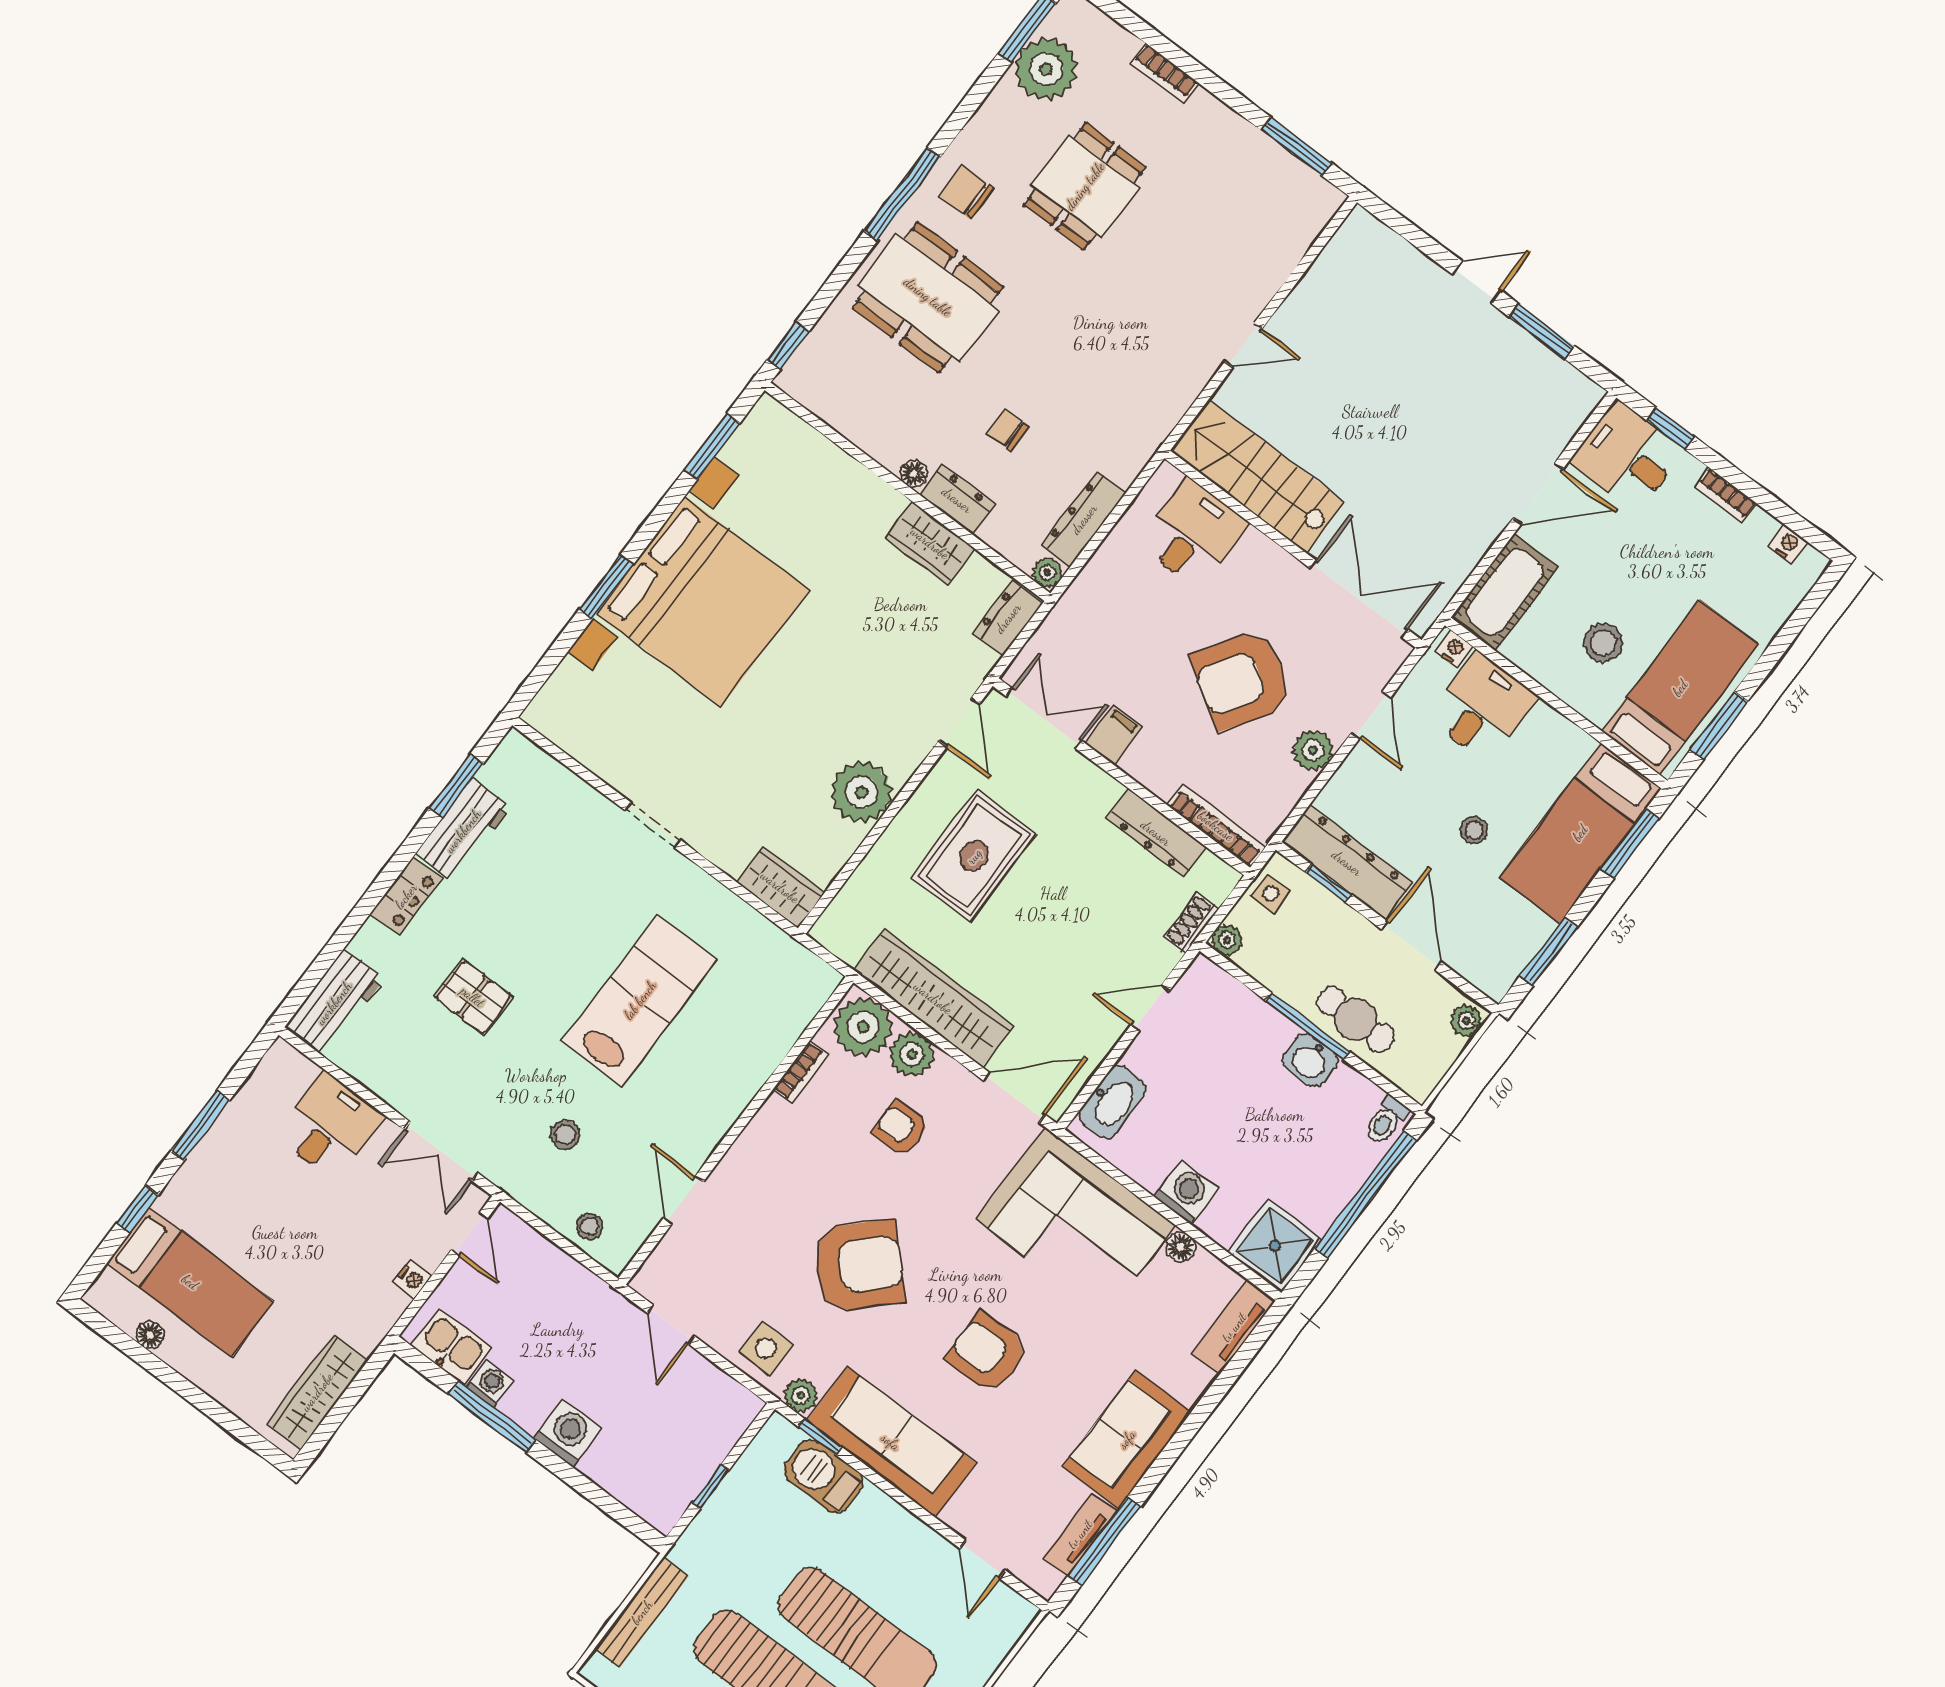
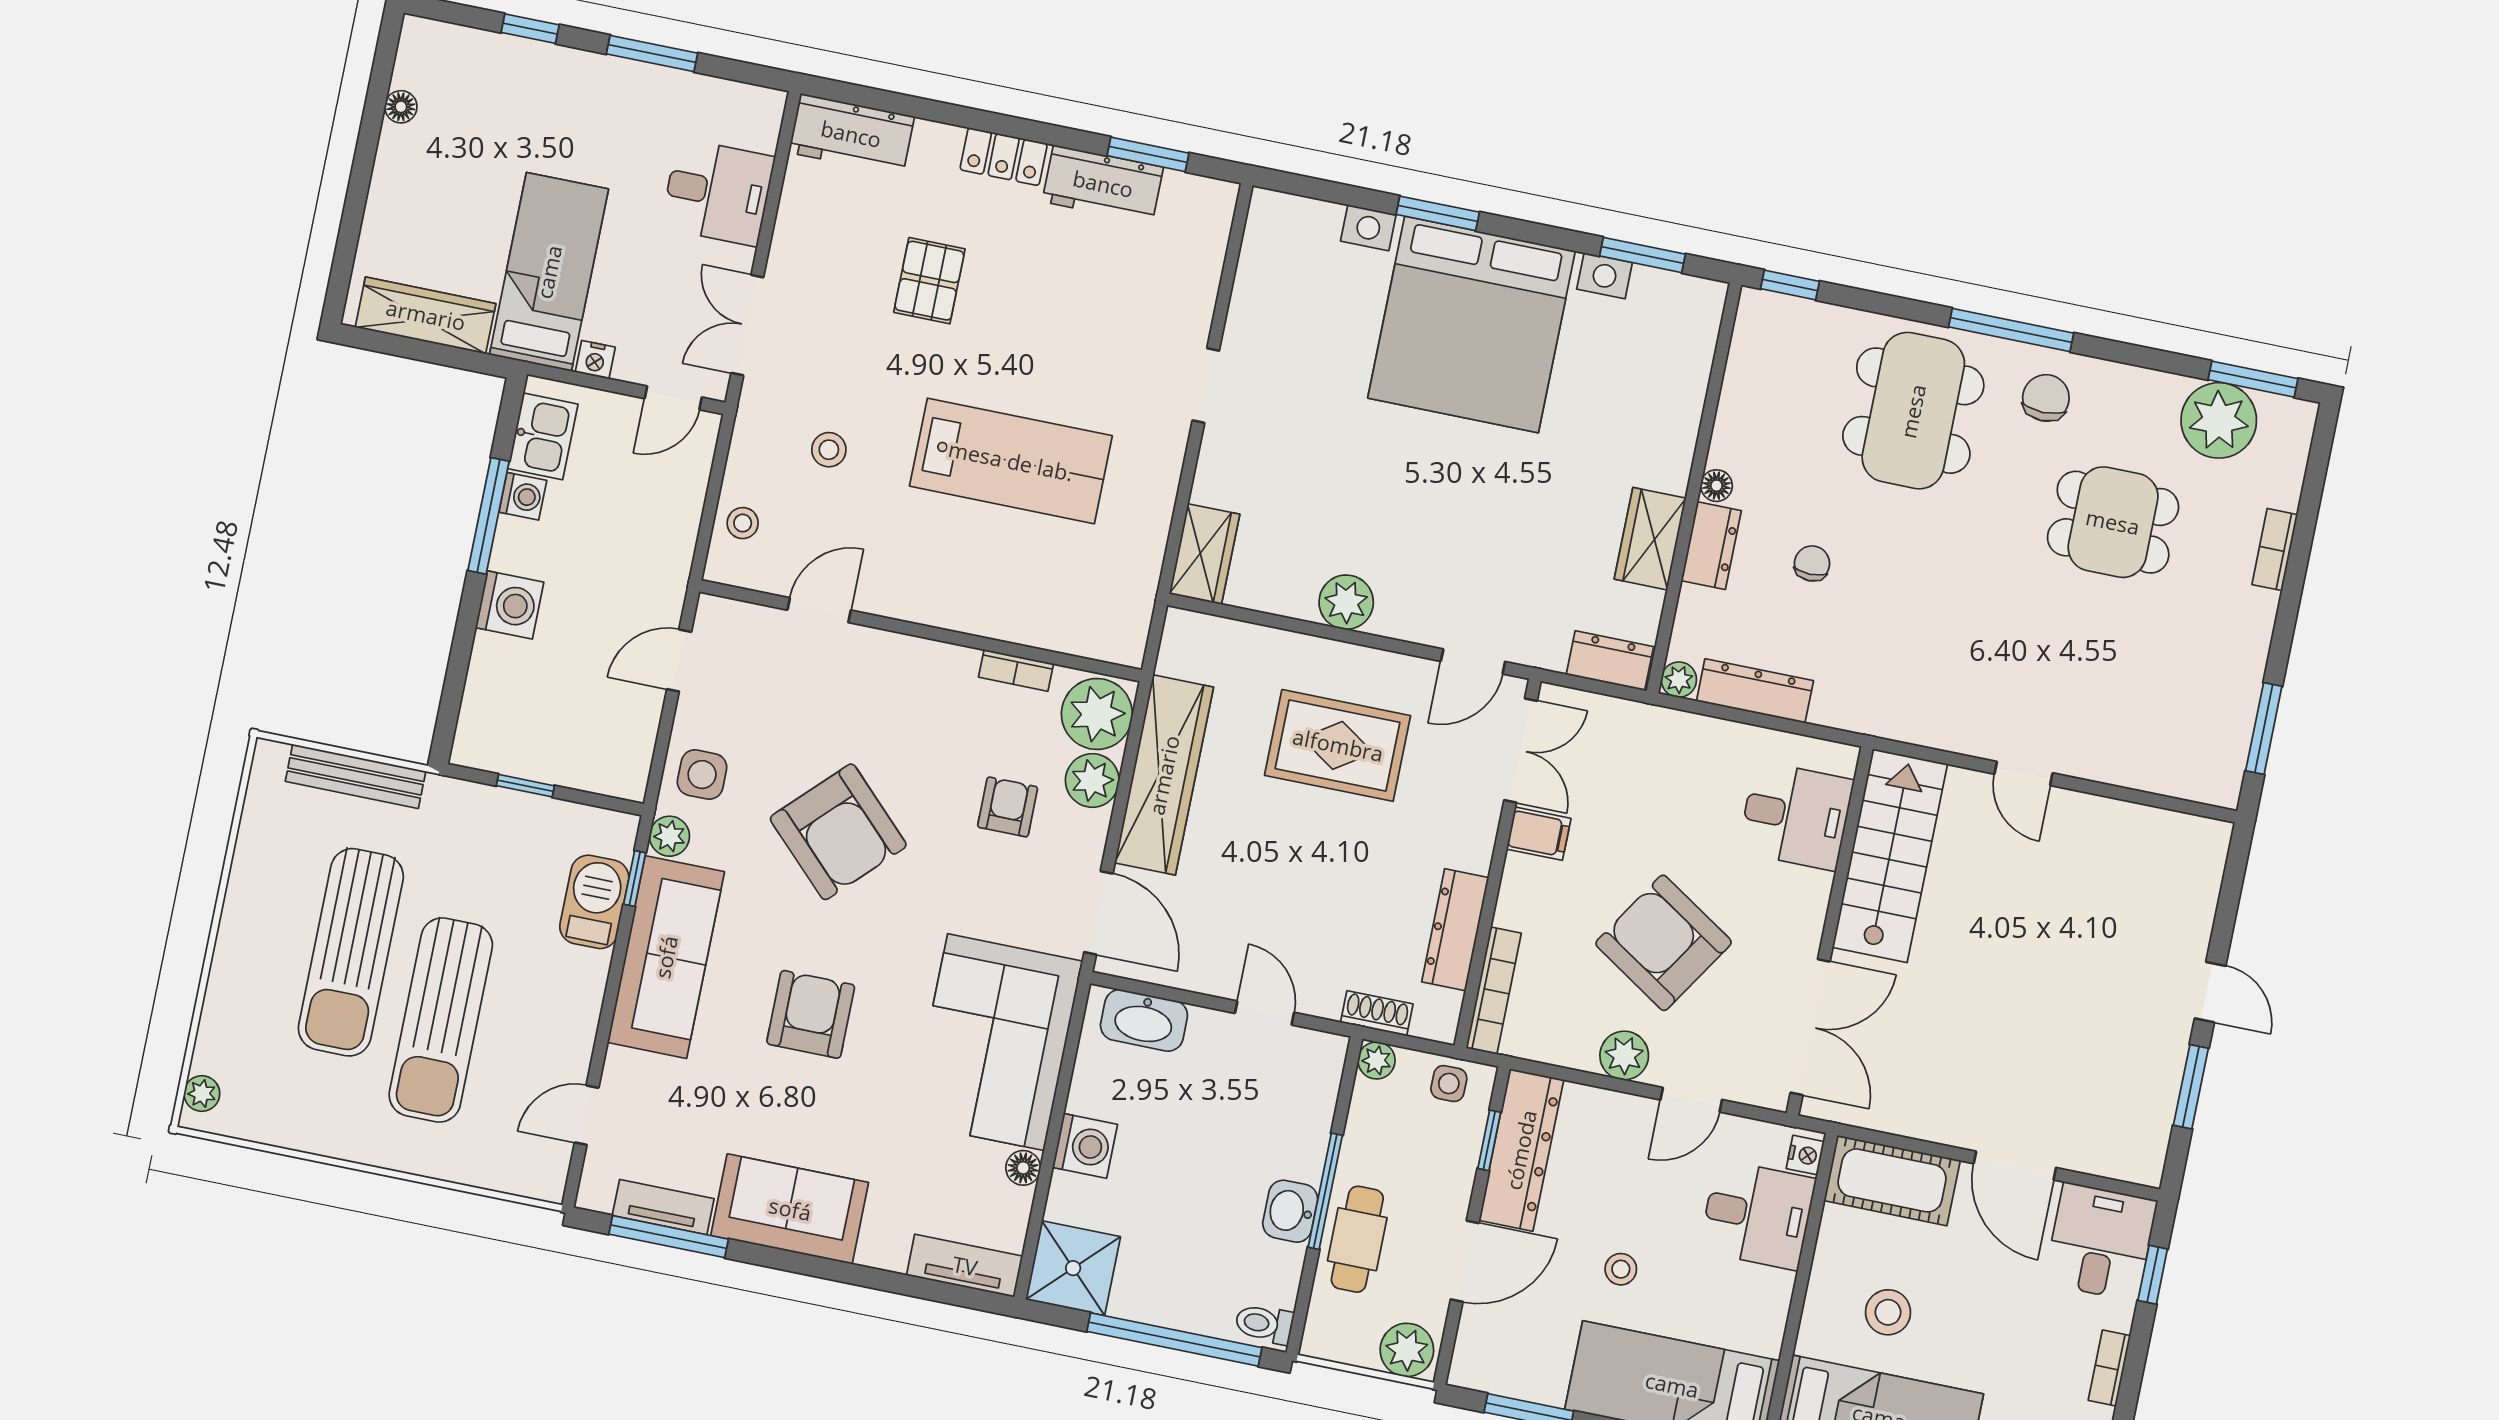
plant: (862, 792) -> (1346, 602), width x0.73, depth x0.73
plant: (1466, 1021) -> (1407, 1350), width x1.38, depth x1.38
bed: (190, 1282) -> (549, 272), moved, turned 180

